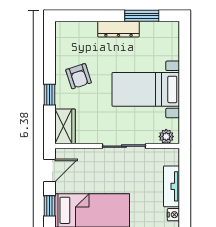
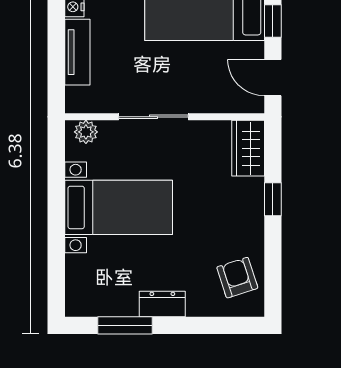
dresser: (118, 29) -> (162, 304), width x0.70
armchair: (79, 76) -> (237, 278), moved
door: (49, 171) -> (273, 78), hinge flipped

